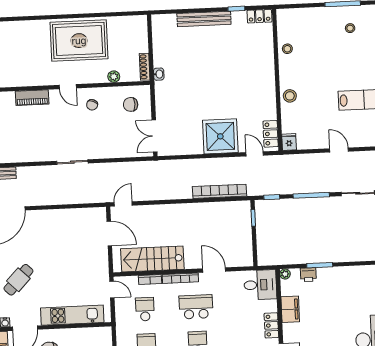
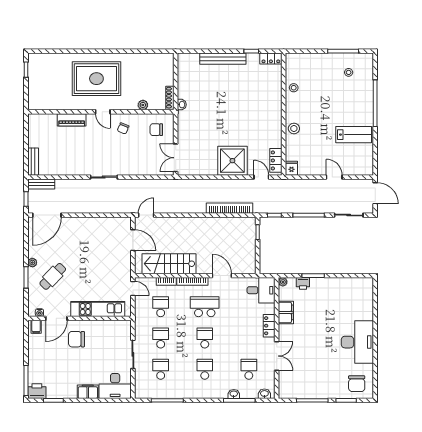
rug: (79, 41) -> (96, 79), moved

